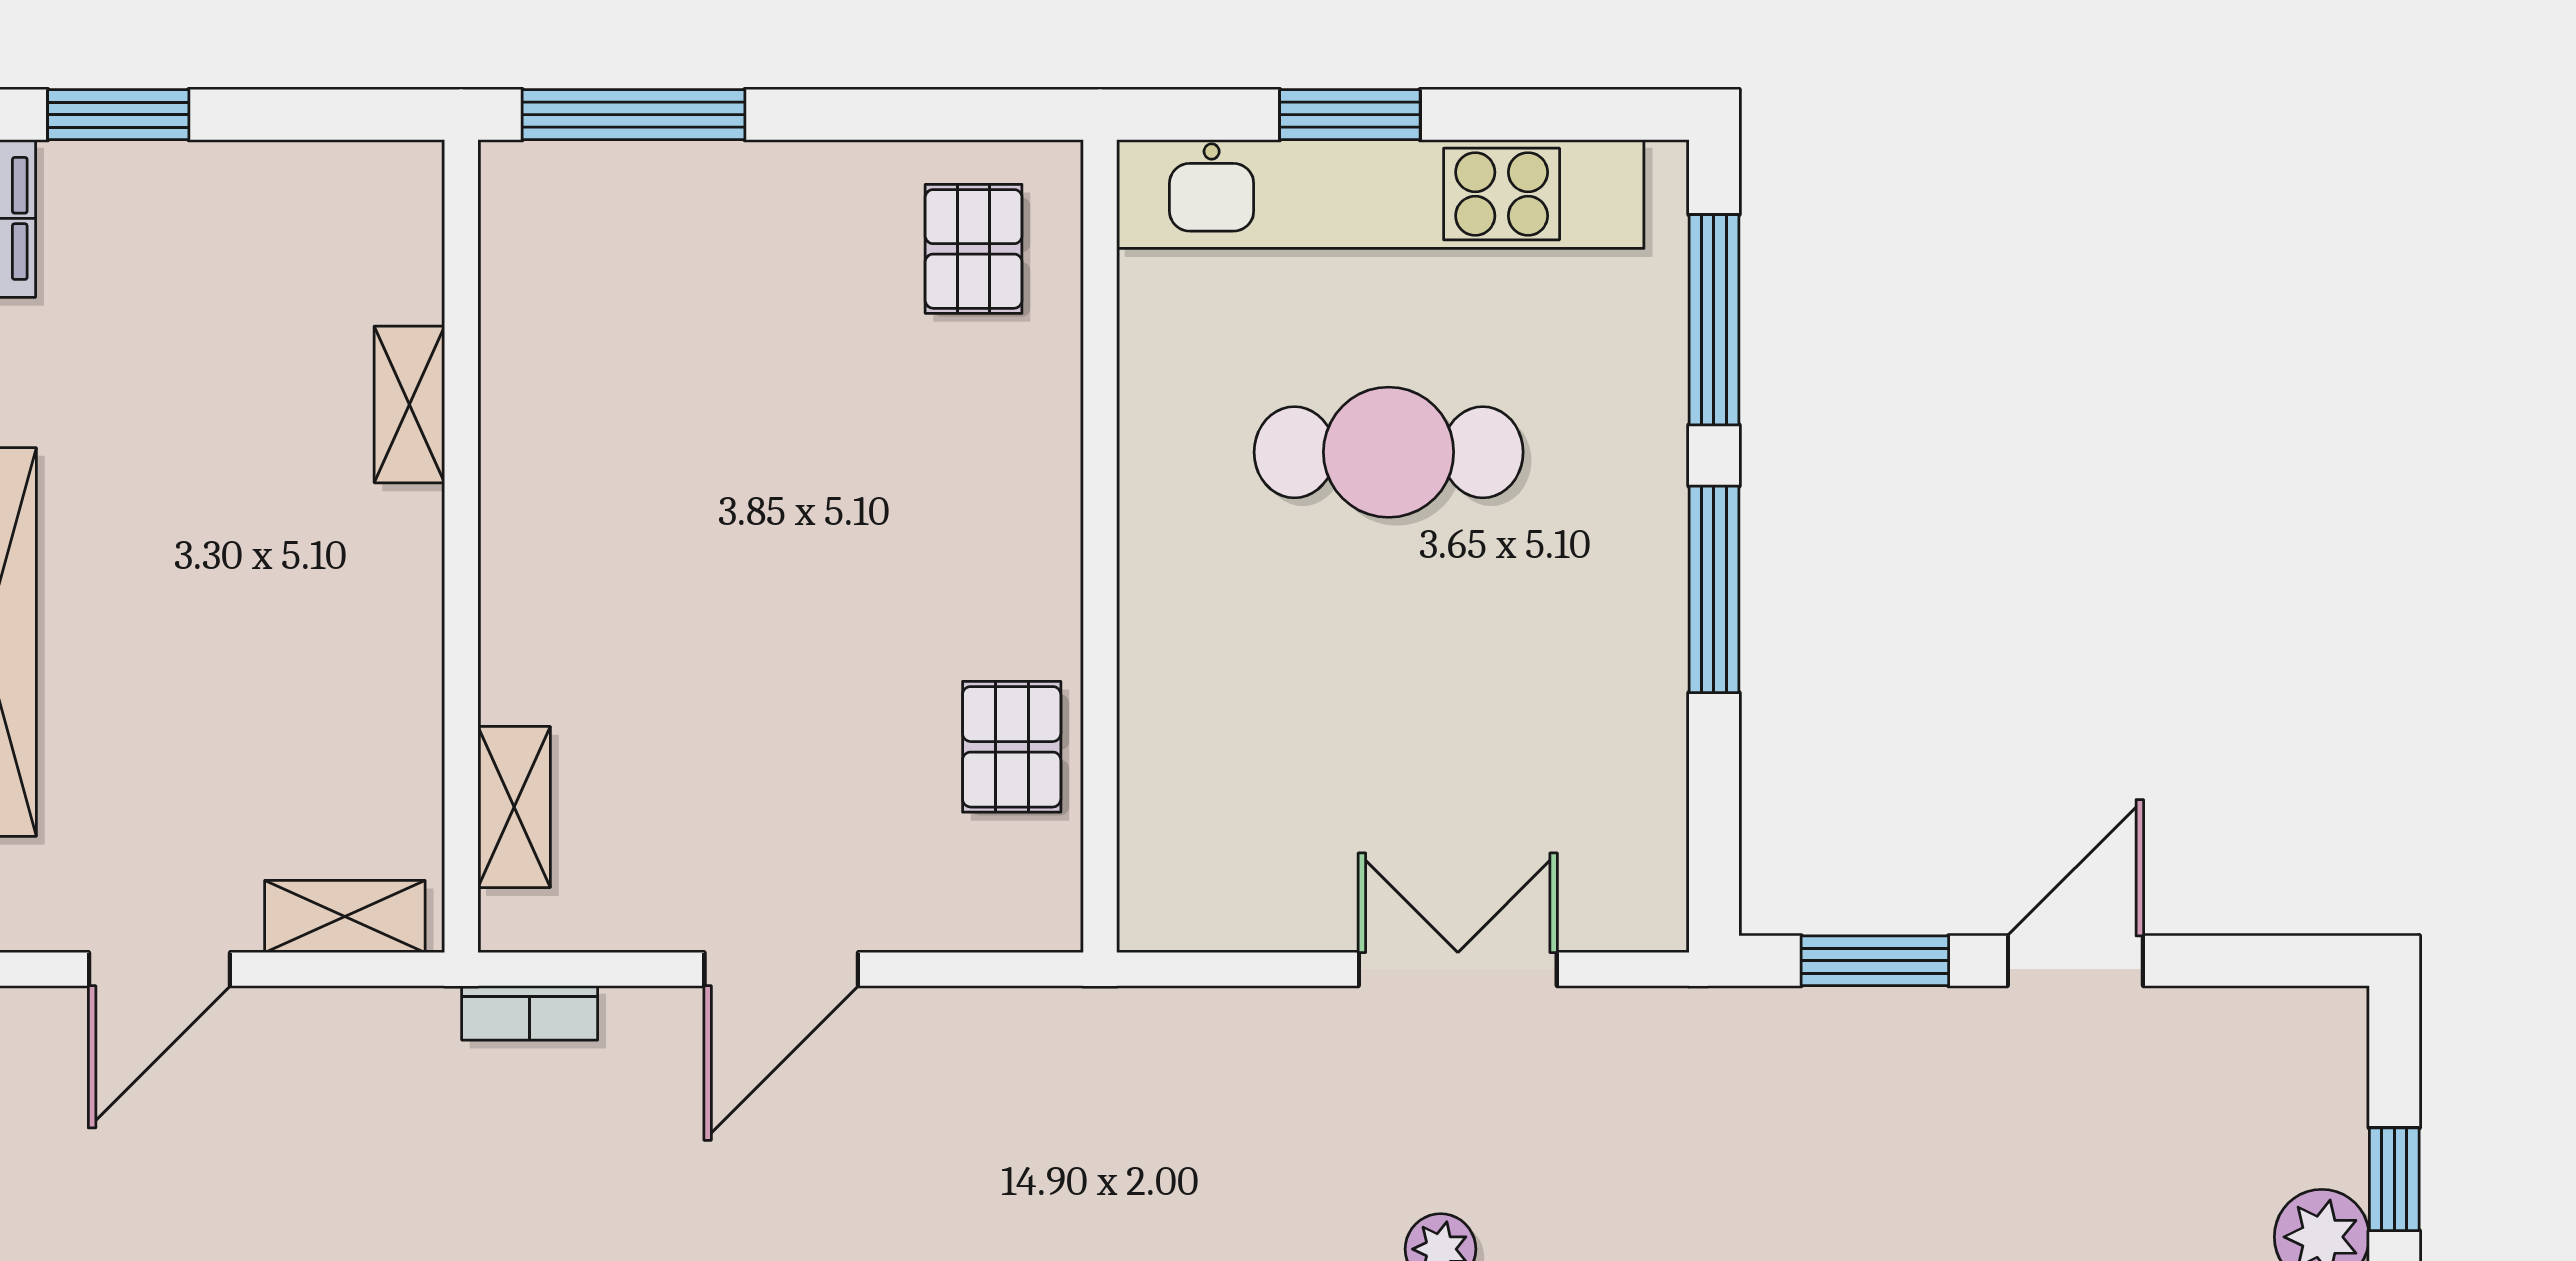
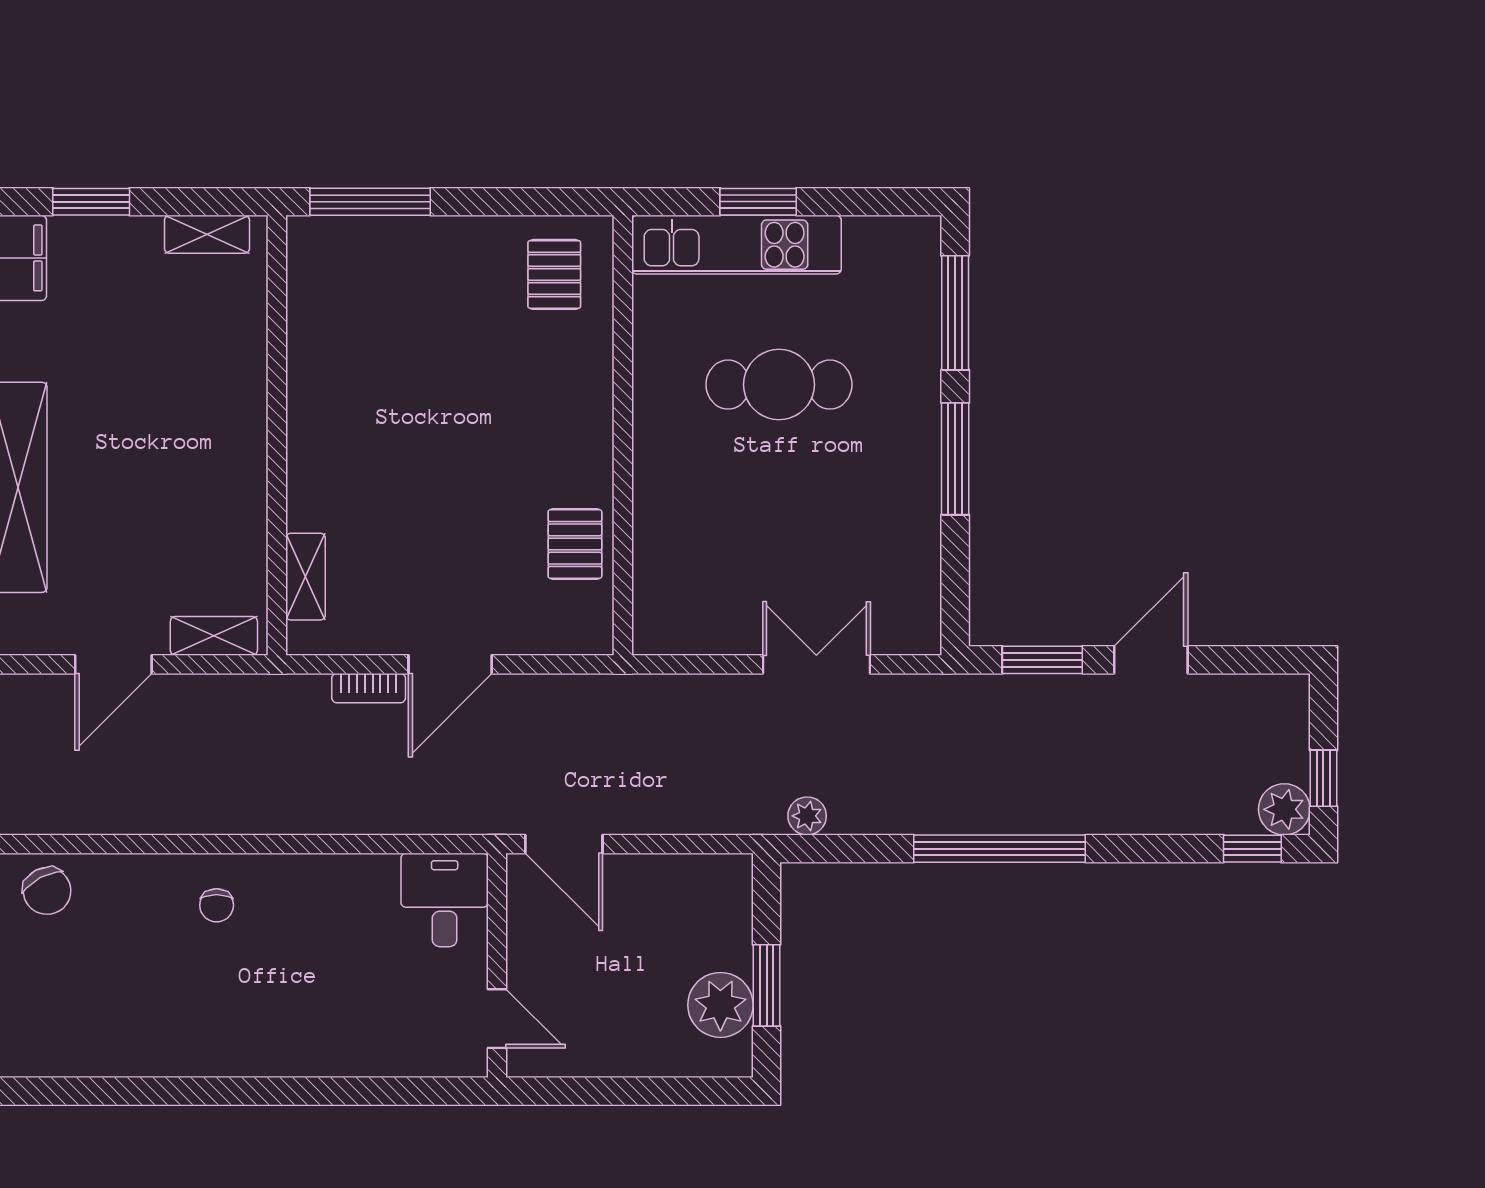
kitchen unit: (1380, 194) -> (736, 245), width x0.73
shelving: (409, 404) -> (207, 234), moved, turned 90
bookcase: (530, 1013) -> (369, 688), moved

